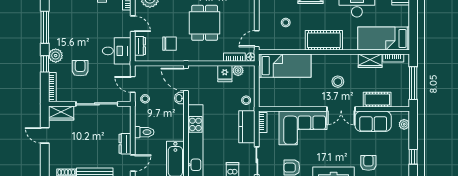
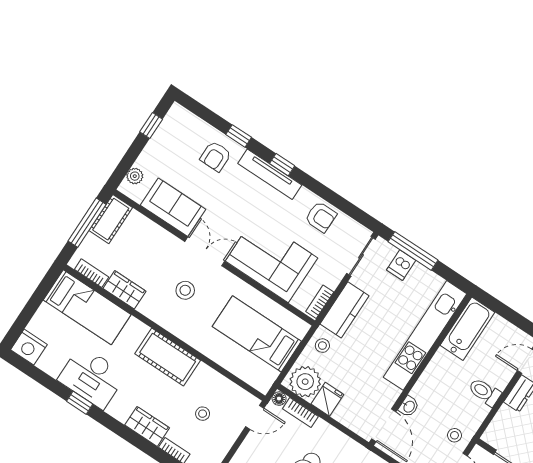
bed: (285, 66) -> (257, 334), moved
plant: (238, 71) -> (305, 382), width x1.88, depth x1.88
cot: (377, 100) -> (111, 219), moved, turned 90

